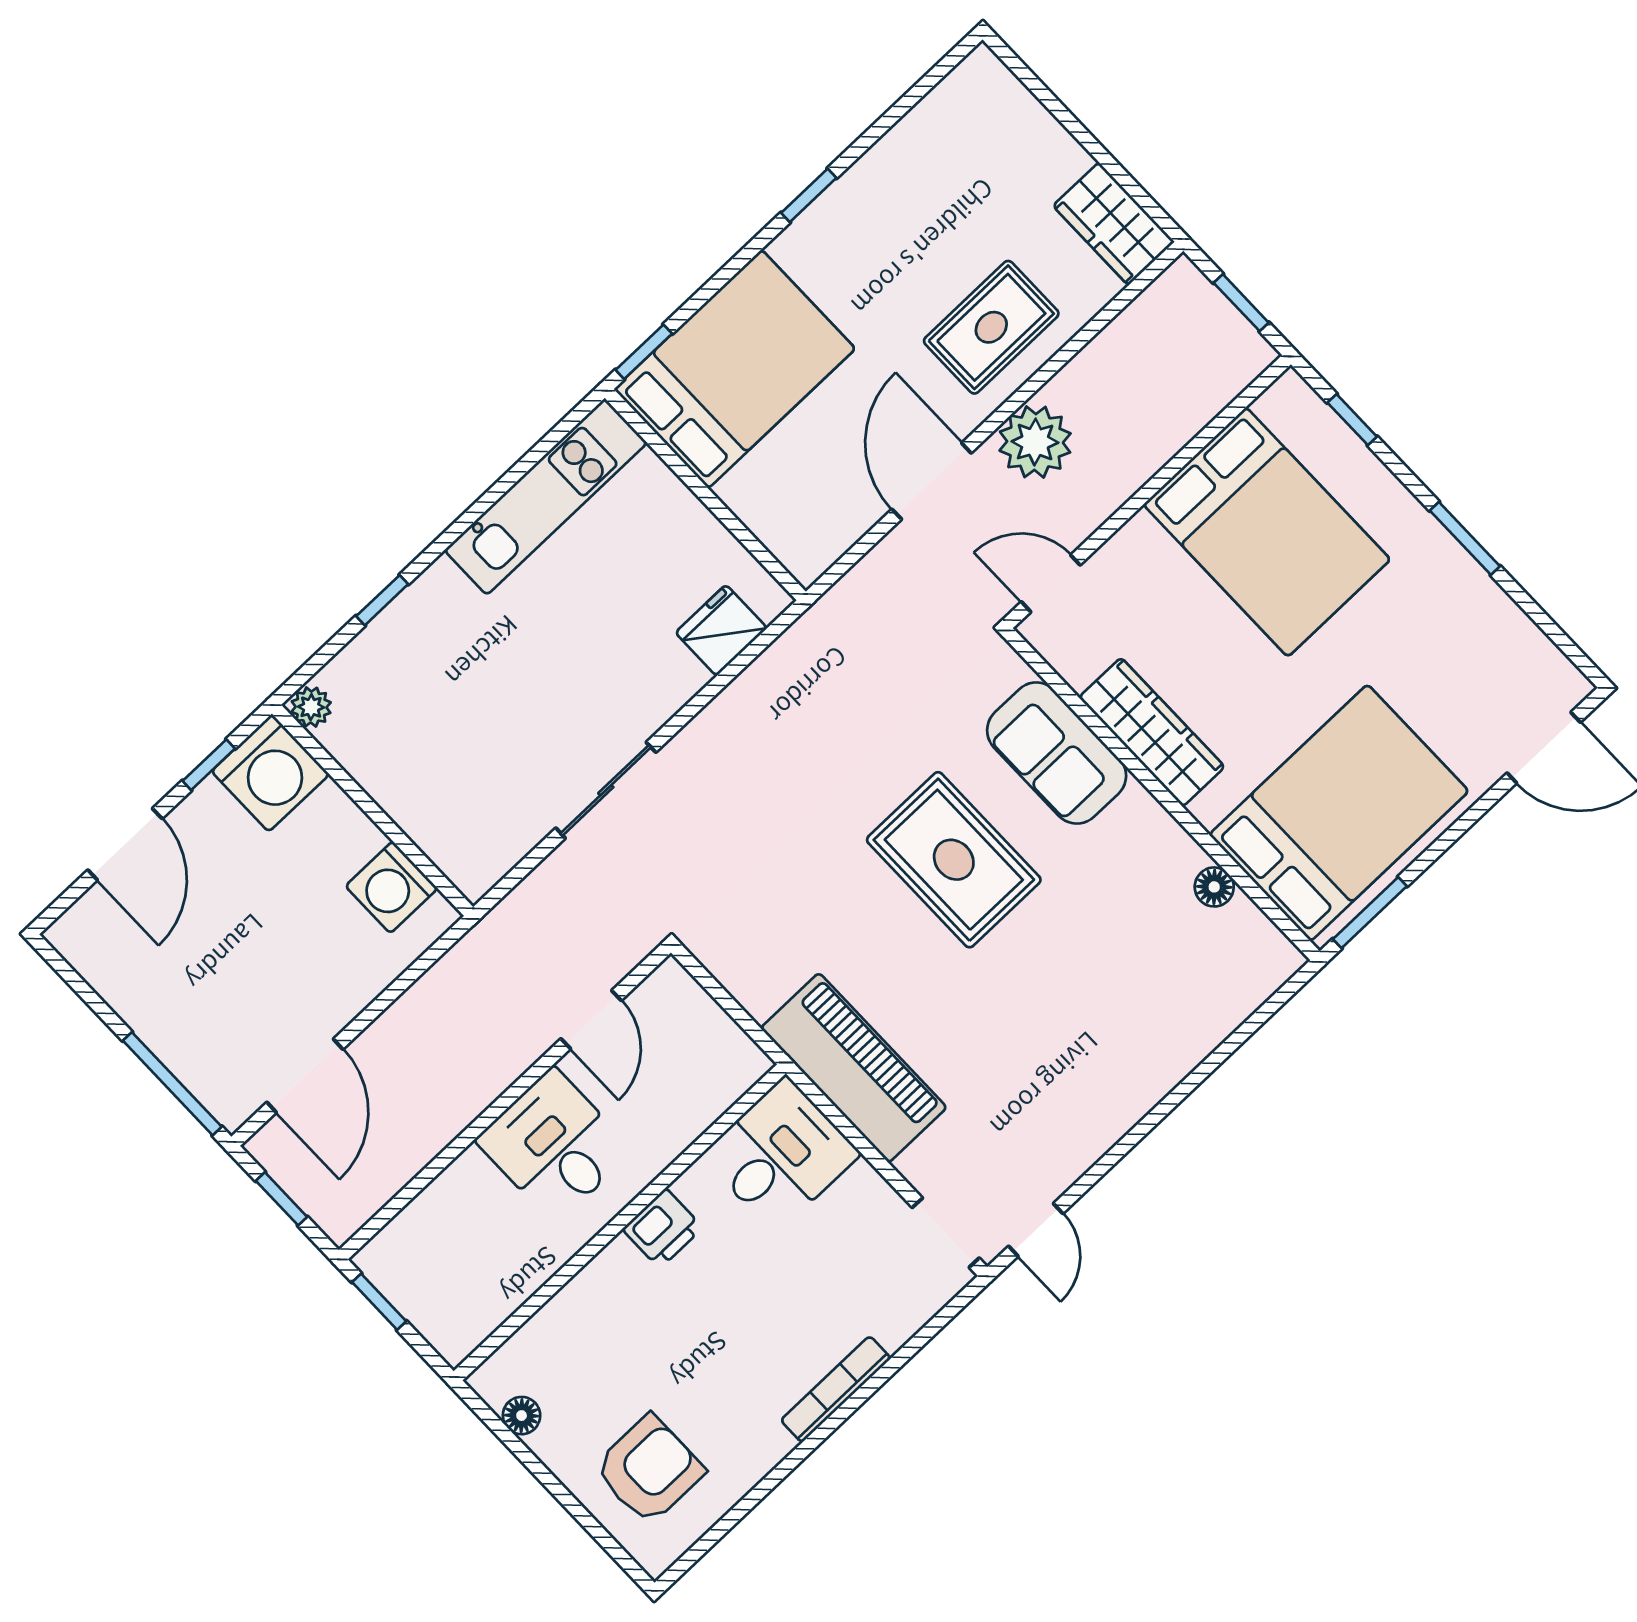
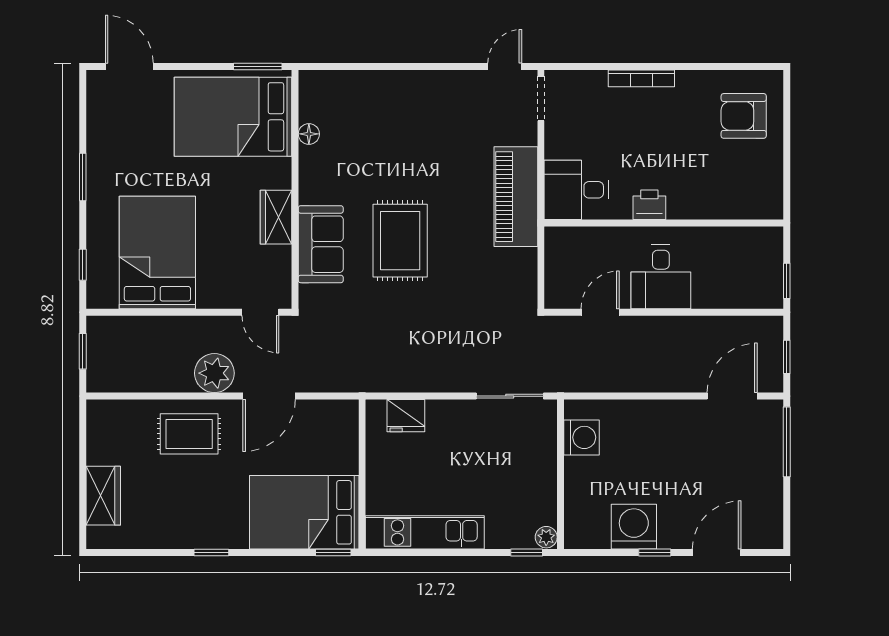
wardrobe: (1114, 224) -> (103, 496), moved
plant: (311, 707) -> (546, 537), moved
wardrobe: (1152, 732) -> (276, 217), width x0.67
wall: (373, 810) -> (560, 474), moved
washing machine: (392, 887) -> (581, 437), moved
floor lamp: (522, 1416) -> (773, 184), removed

